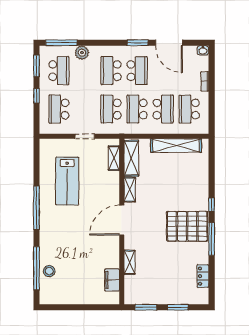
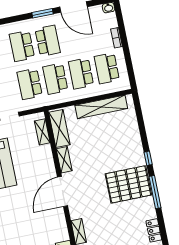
school desk: (163, 109) -> (81, 73), turned 180

